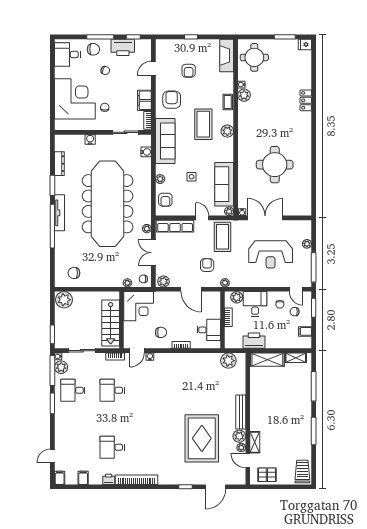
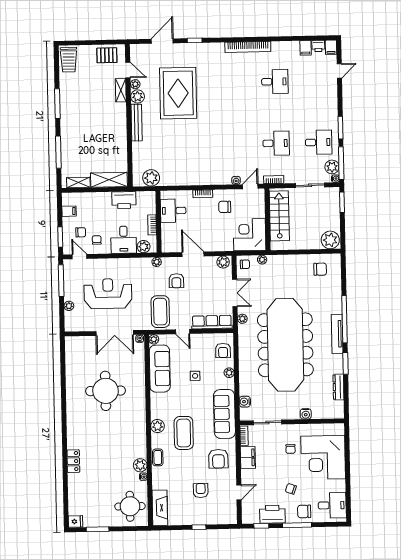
armchair: (165, 200) -> (223, 350), turned 180
printer: (109, 479) -> (318, 46), moved

